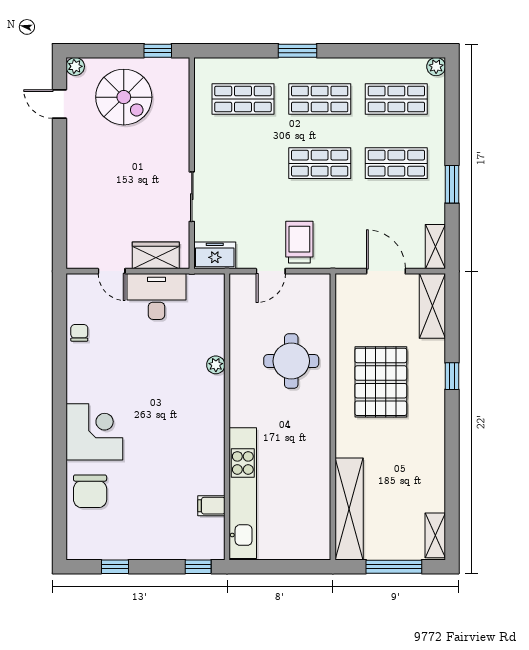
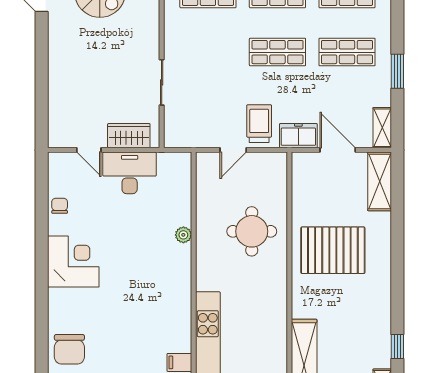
freezer: (215, 255) -> (298, 136), moved
window: (452, 376) -> (397, 347), moved
pallet: (381, 382) -> (333, 250), turned 90
corner desk: (94, 432) -> (73, 262), moved

